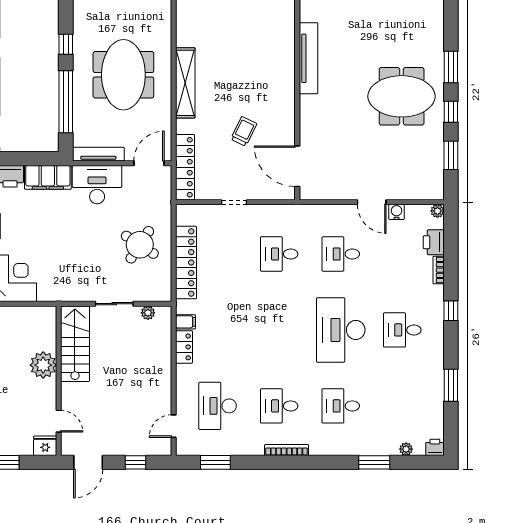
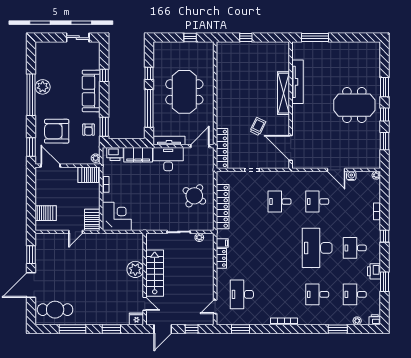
shelving: (185, 83) -> (283, 93), moved
printer: (434, 242) -> (374, 271), moved
stairs: (75, 344) -> (155, 273), moved
desk: (279, 406) -> (355, 294), moved

